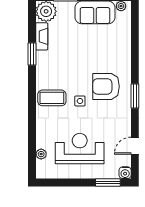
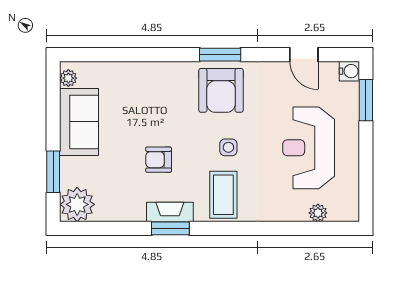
fireplace: (42, 36) -> (170, 212), moved
window: (32, 54) -> (170, 228), moved
armchair: (73, 60) -> (159, 160), added
armchair: (106, 86) -> (221, 90), moved

